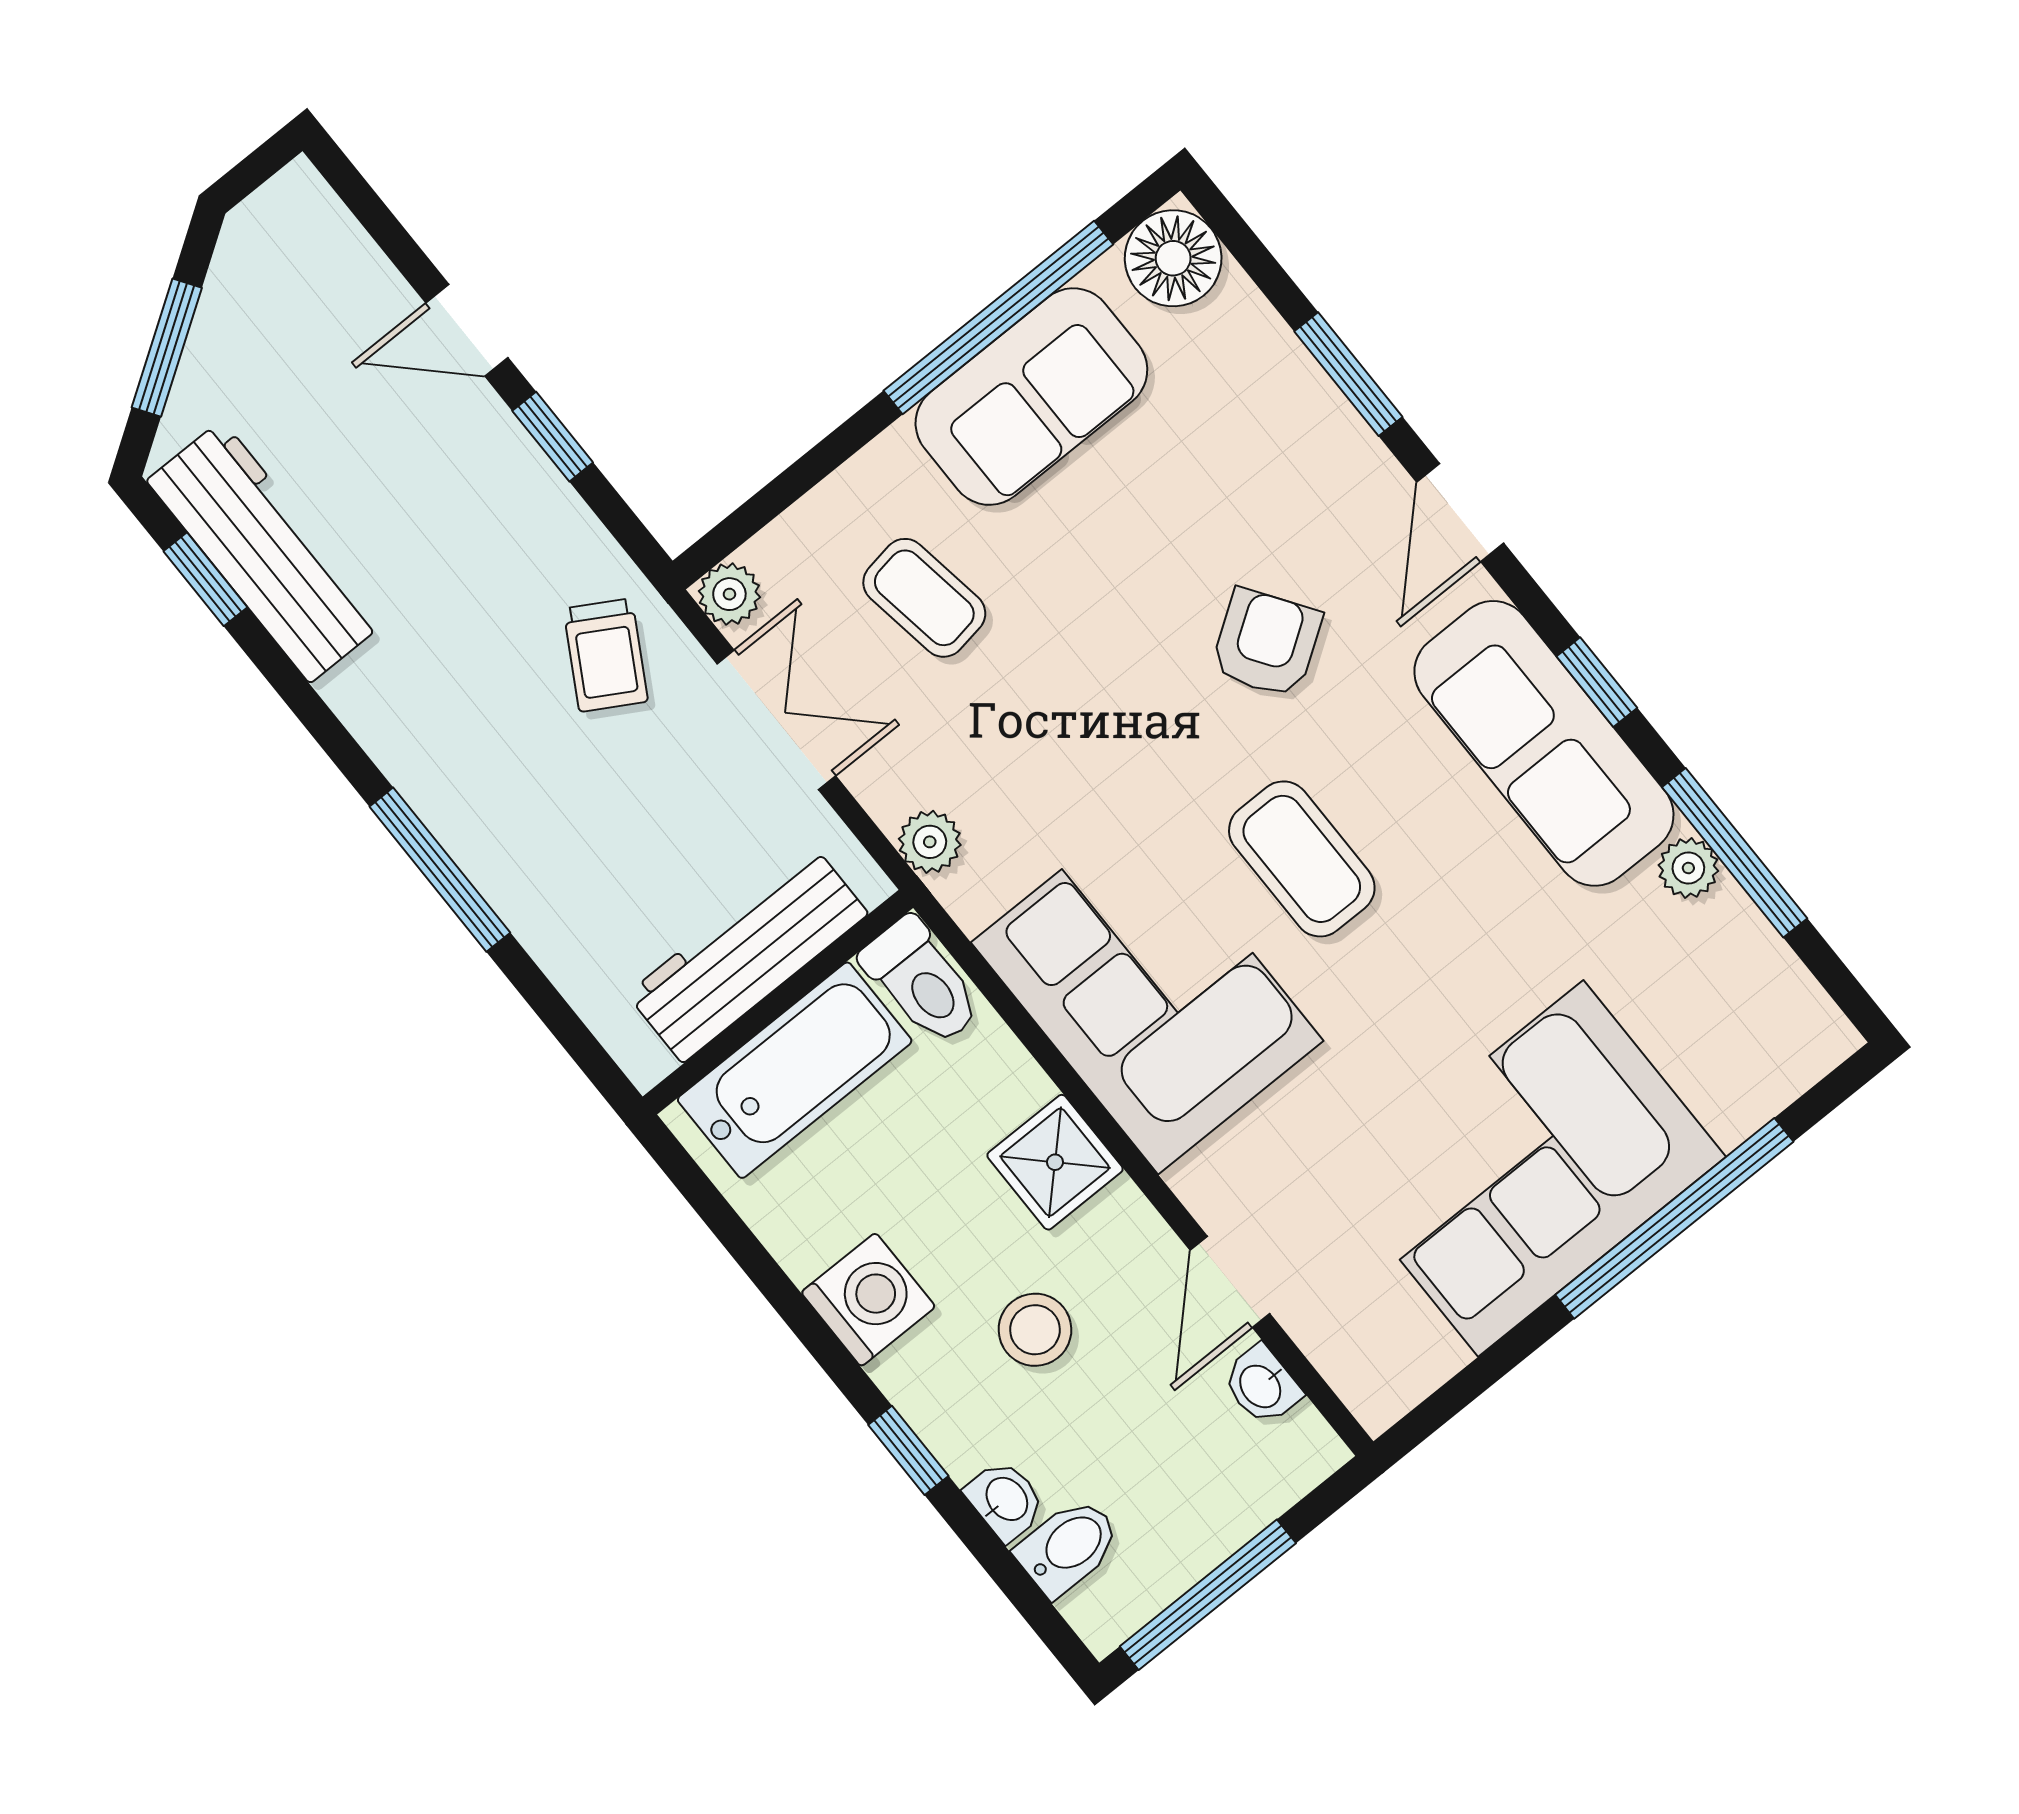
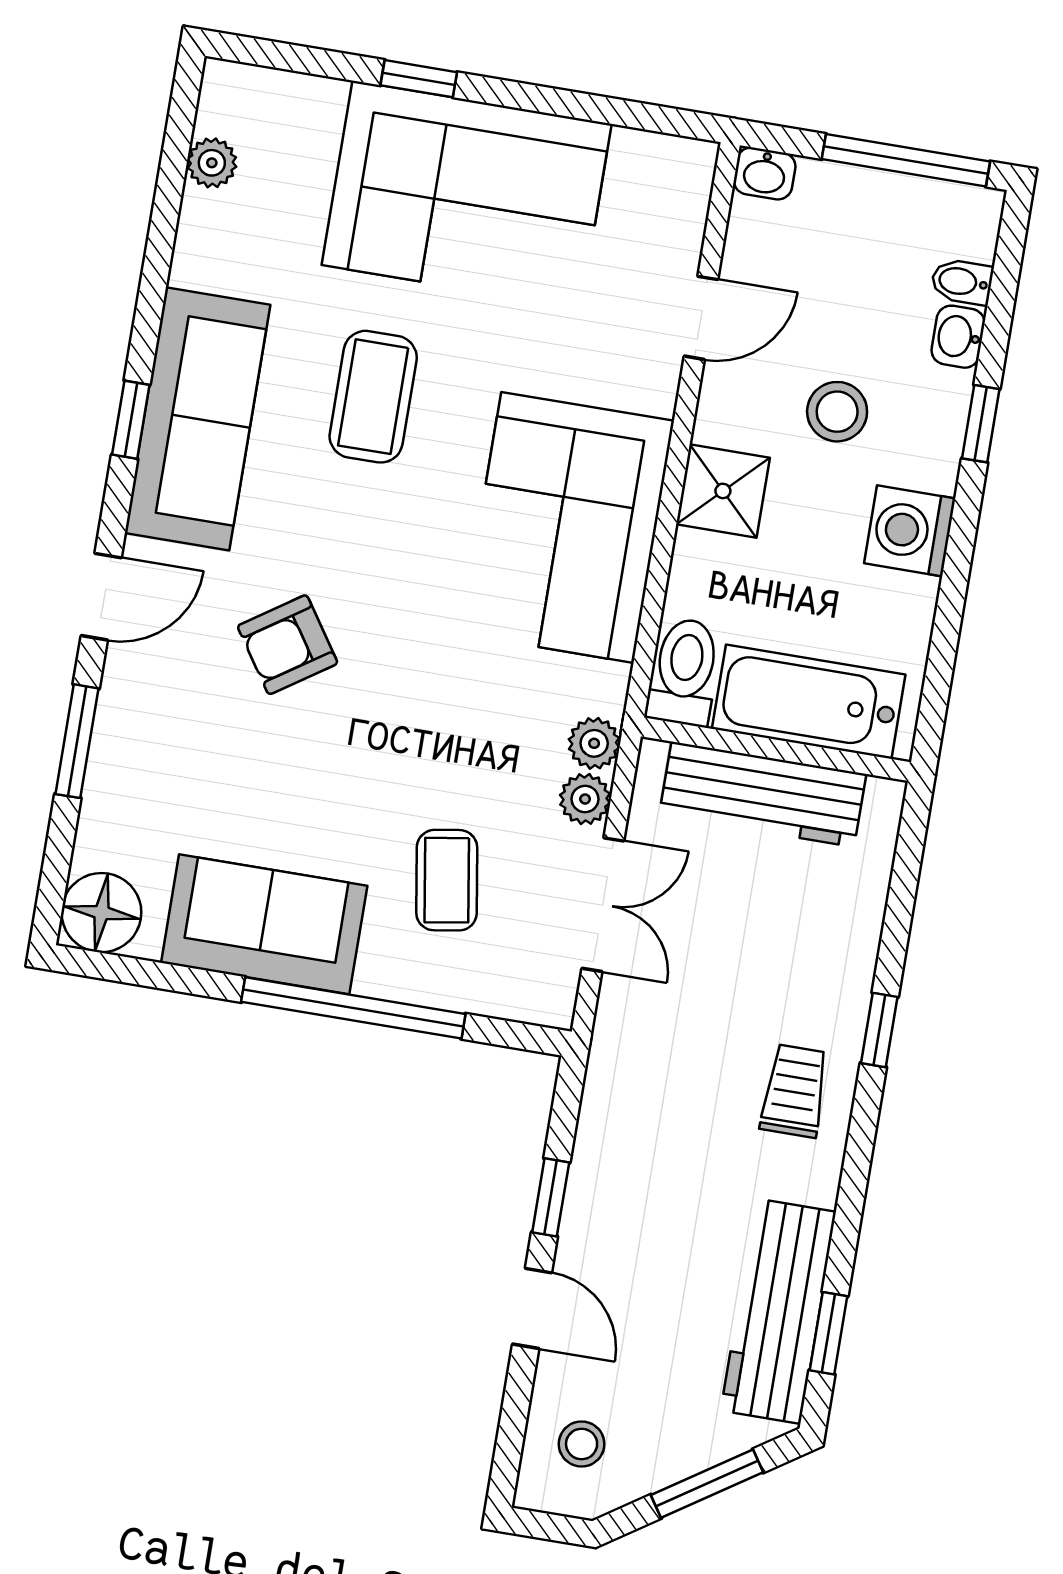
stool: (304, 266) -> (582, 1444), added
window: (998, 318) -> (353, 1008), moved
plant: (729, 594) -> (585, 799), moved
trolley: (606, 655) -> (795, 1091), moved, turned -30
double door: (776, 720) -> (603, 905), swing flipped
window: (1735, 853) -> (161, 242), removed
coffee table: (1302, 859) -> (373, 397), moved
plant: (1688, 868) -> (212, 163), moved
window: (440, 870) -> (879, 1030), width x0.46
window: (1674, 1218) -> (419, 79), width x0.32
washbasin: (1262, 1385) -> (765, 173), moved, turned 90
bidet: (1068, 1547) -> (962, 282), width x0.72, depth x0.74

